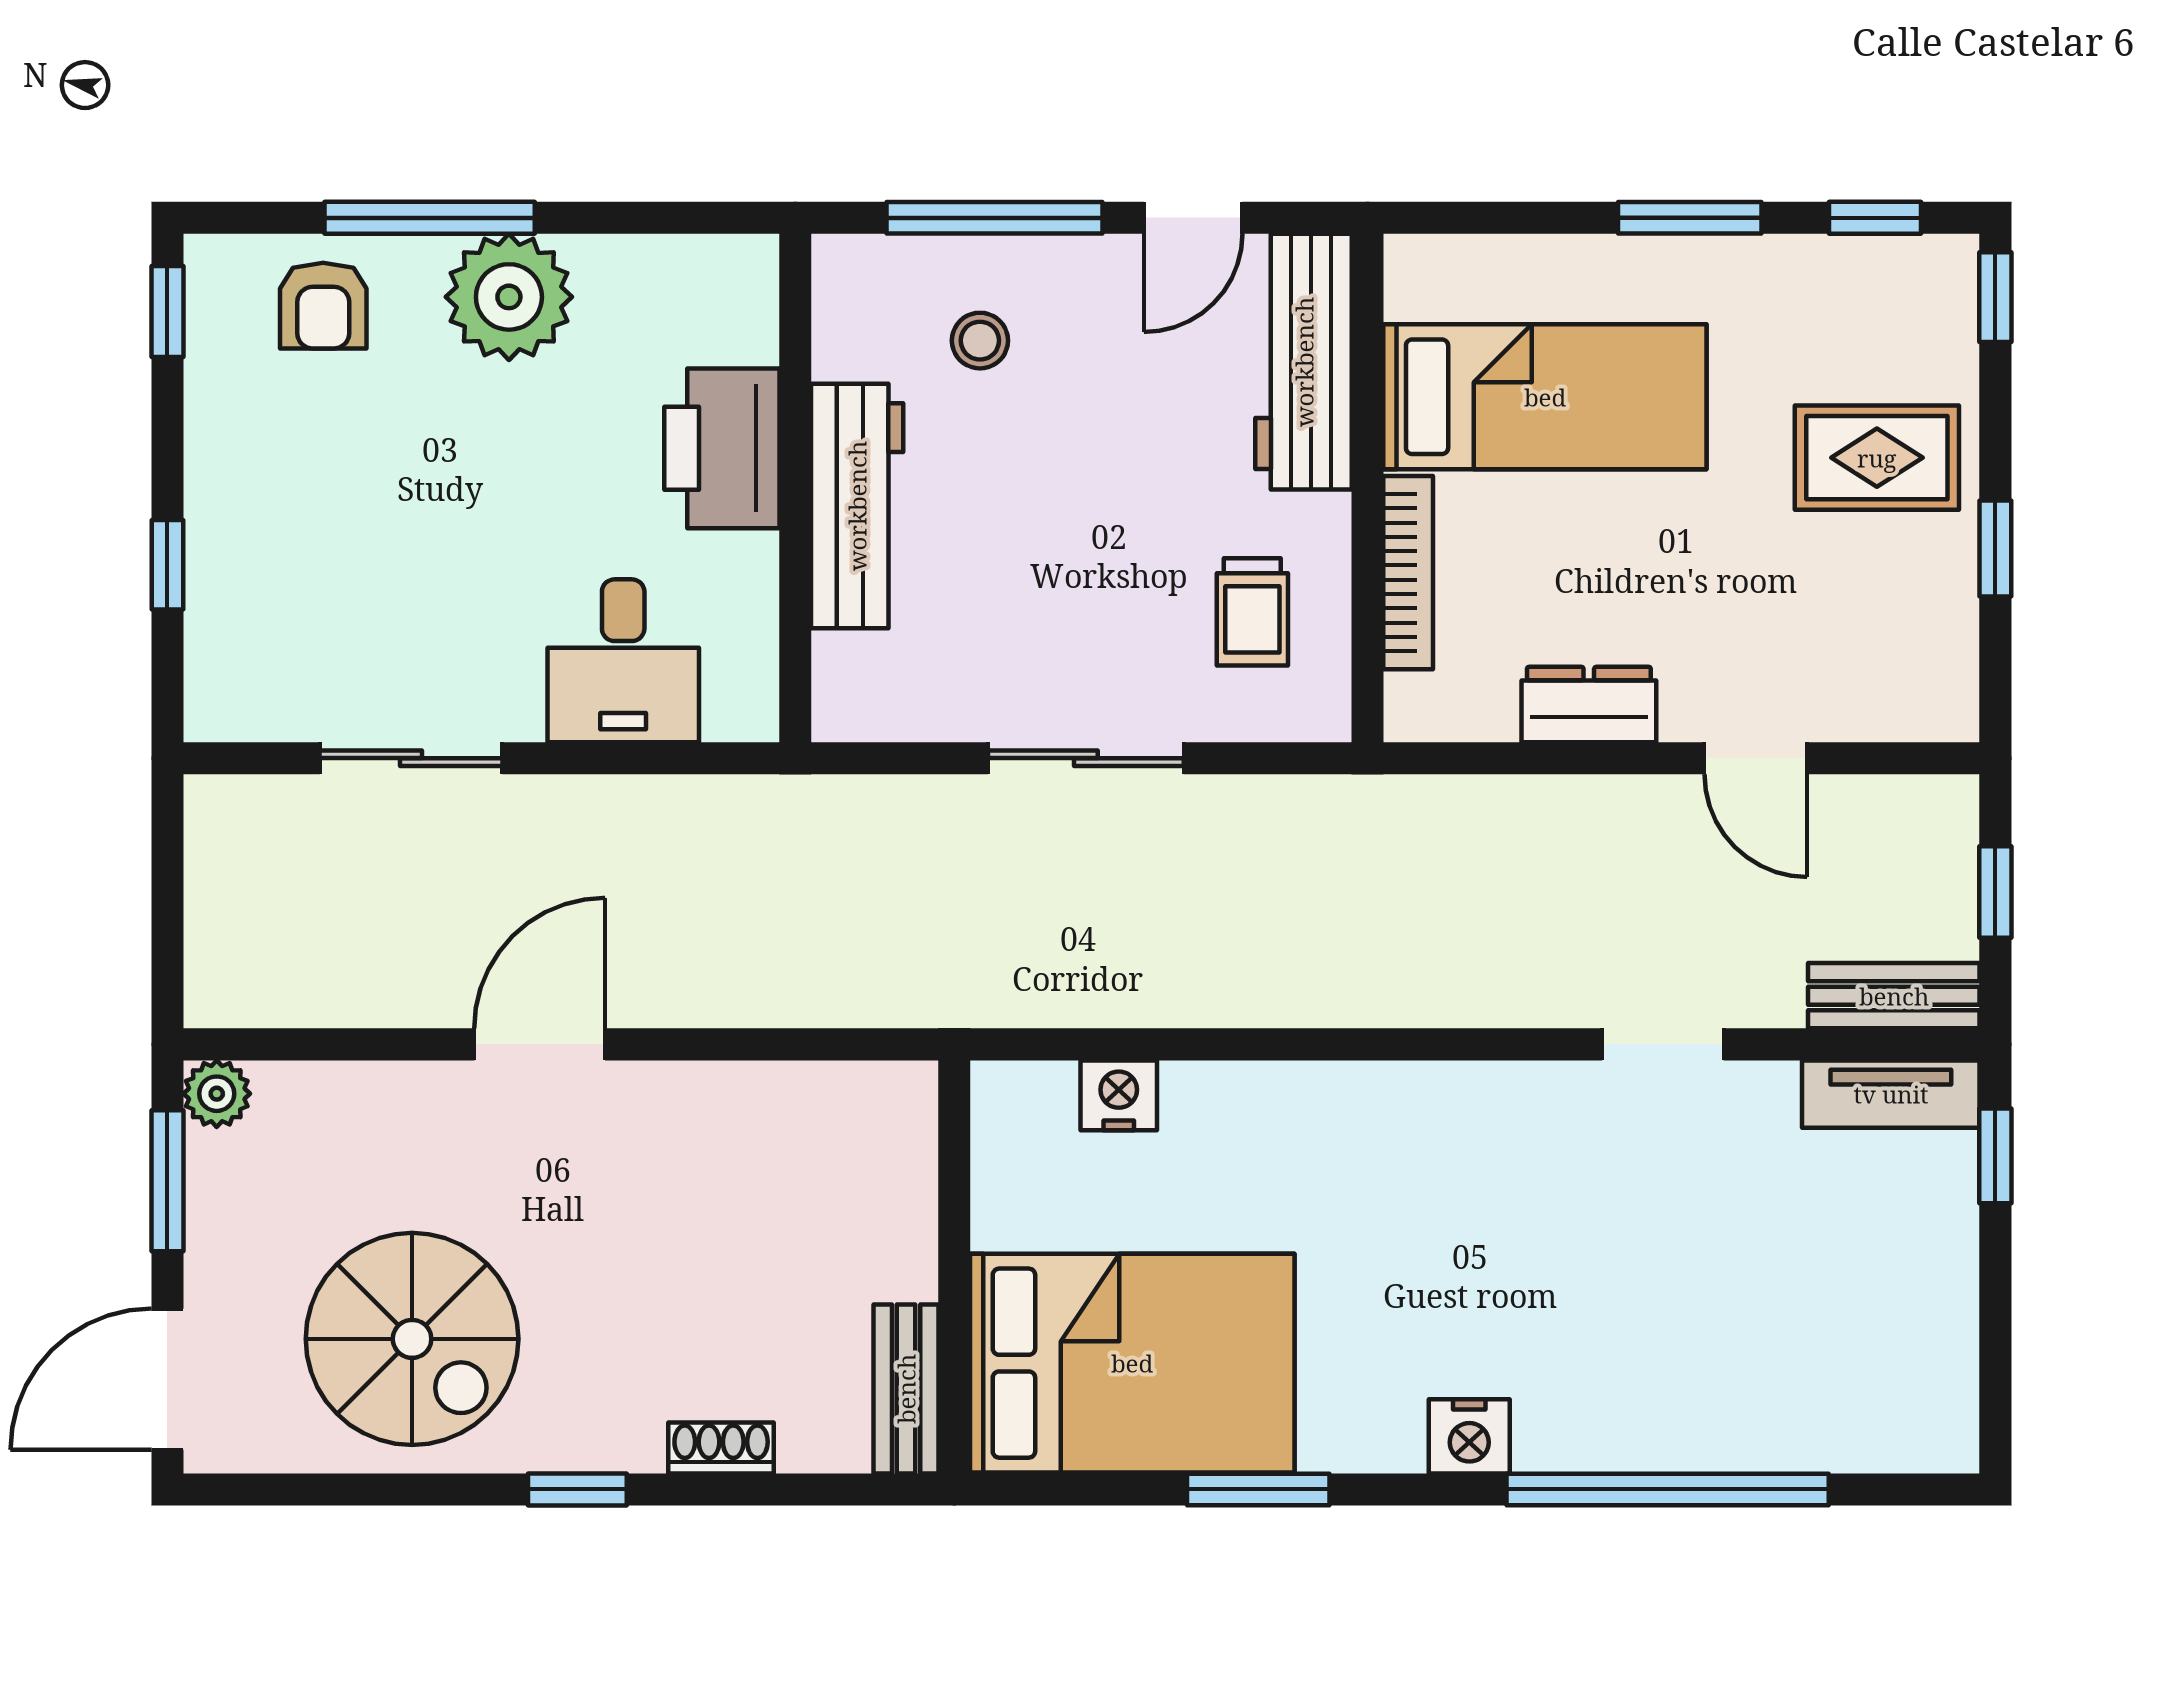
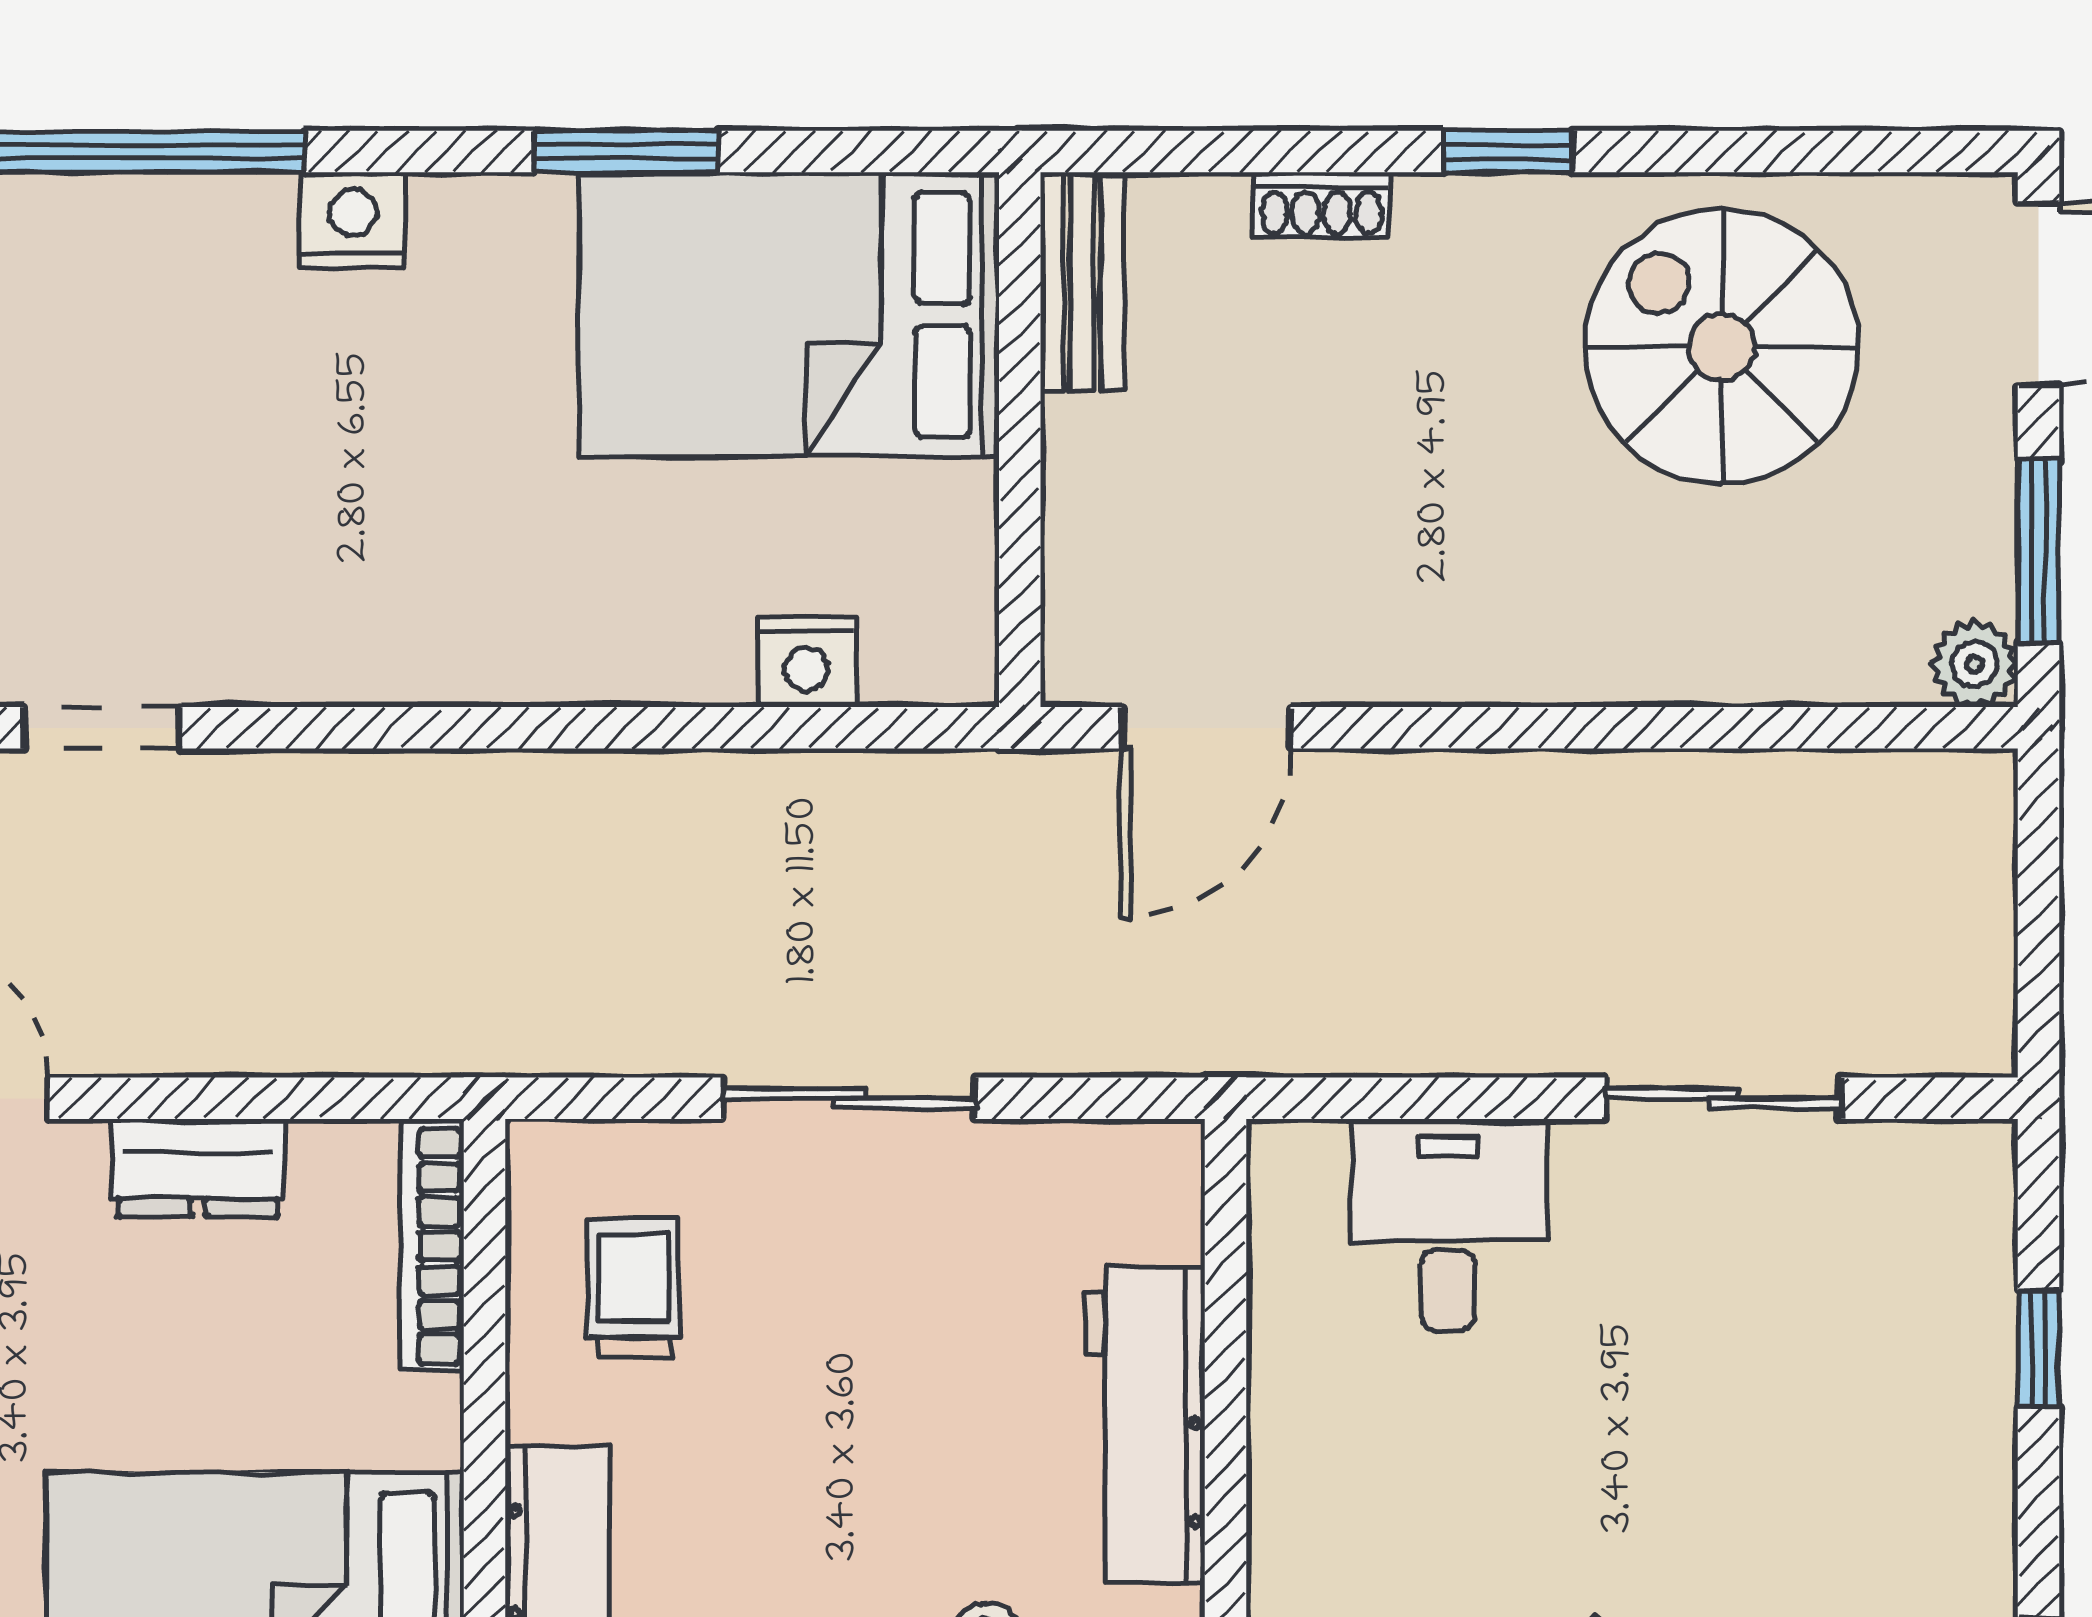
printer: (722, 448) -> (1321, 1500), removed
bookcase: (1408, 573) -> (432, 1246), moved
door: (540, 1044) -> (1206, 728), moved

